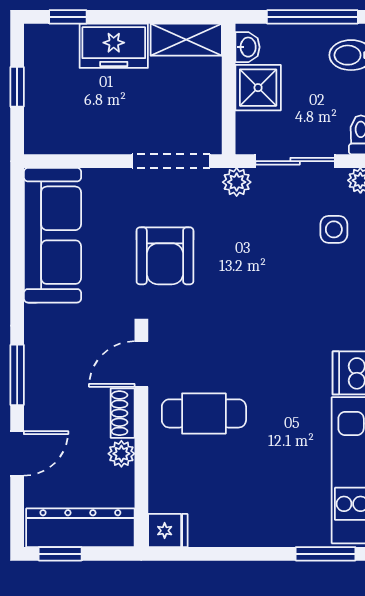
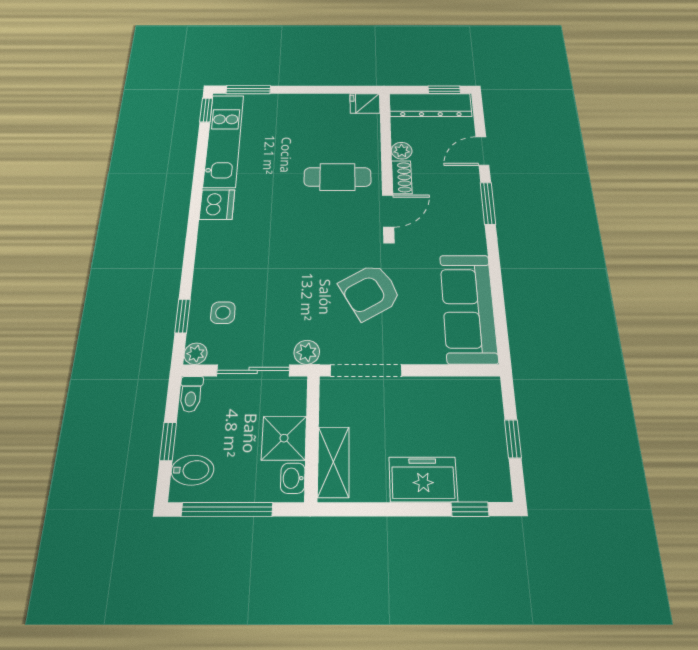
shelving: (186, 40) -> (333, 462), moved, turned 90
armchair: (165, 256) -> (370, 291), turned -120

